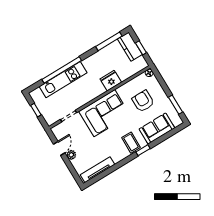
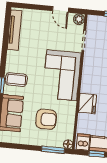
dishwasher: (140, 64) -> (83, 142), added
window: (175, 105) -> (53, 150), moved
plant: (71, 155) -> (79, 19), moved

